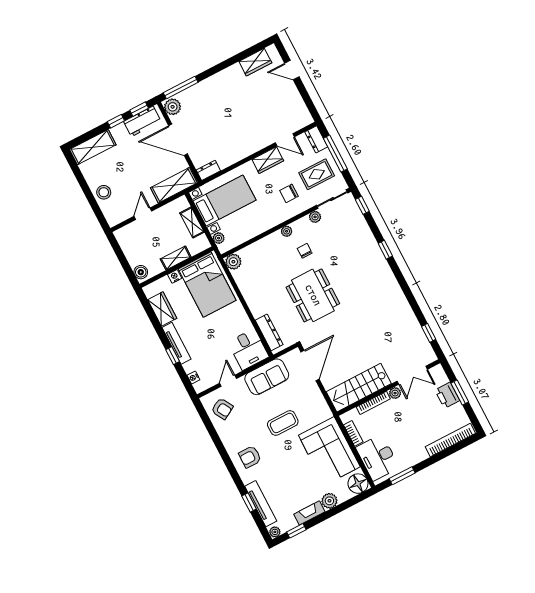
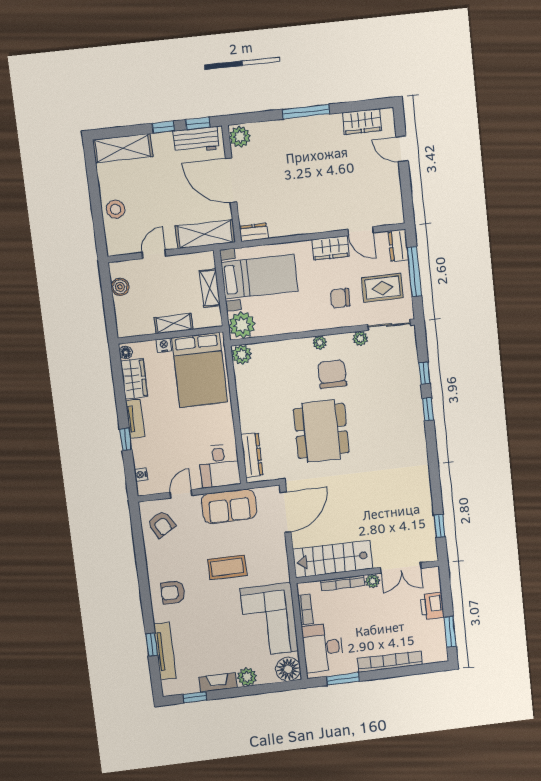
window: (181, 87) -> (306, 112), moved
window: (362, 205) -> (424, 373), moved
plant: (219, 238) -> (242, 325), width x1.88, depth x1.88
chair: (305, 251) -> (332, 374), width x1.87, depth x1.87
boiler: (141, 272) -> (120, 287), moved
floor lamp: (149, 292) -> (126, 352), added
tv unit: (177, 343) -> (135, 419), width x0.71
window: (460, 393) -> (450, 632), moved
bookcase: (450, 440) -> (390, 662), moved
plant: (275, 532) -> (169, 690), removed

